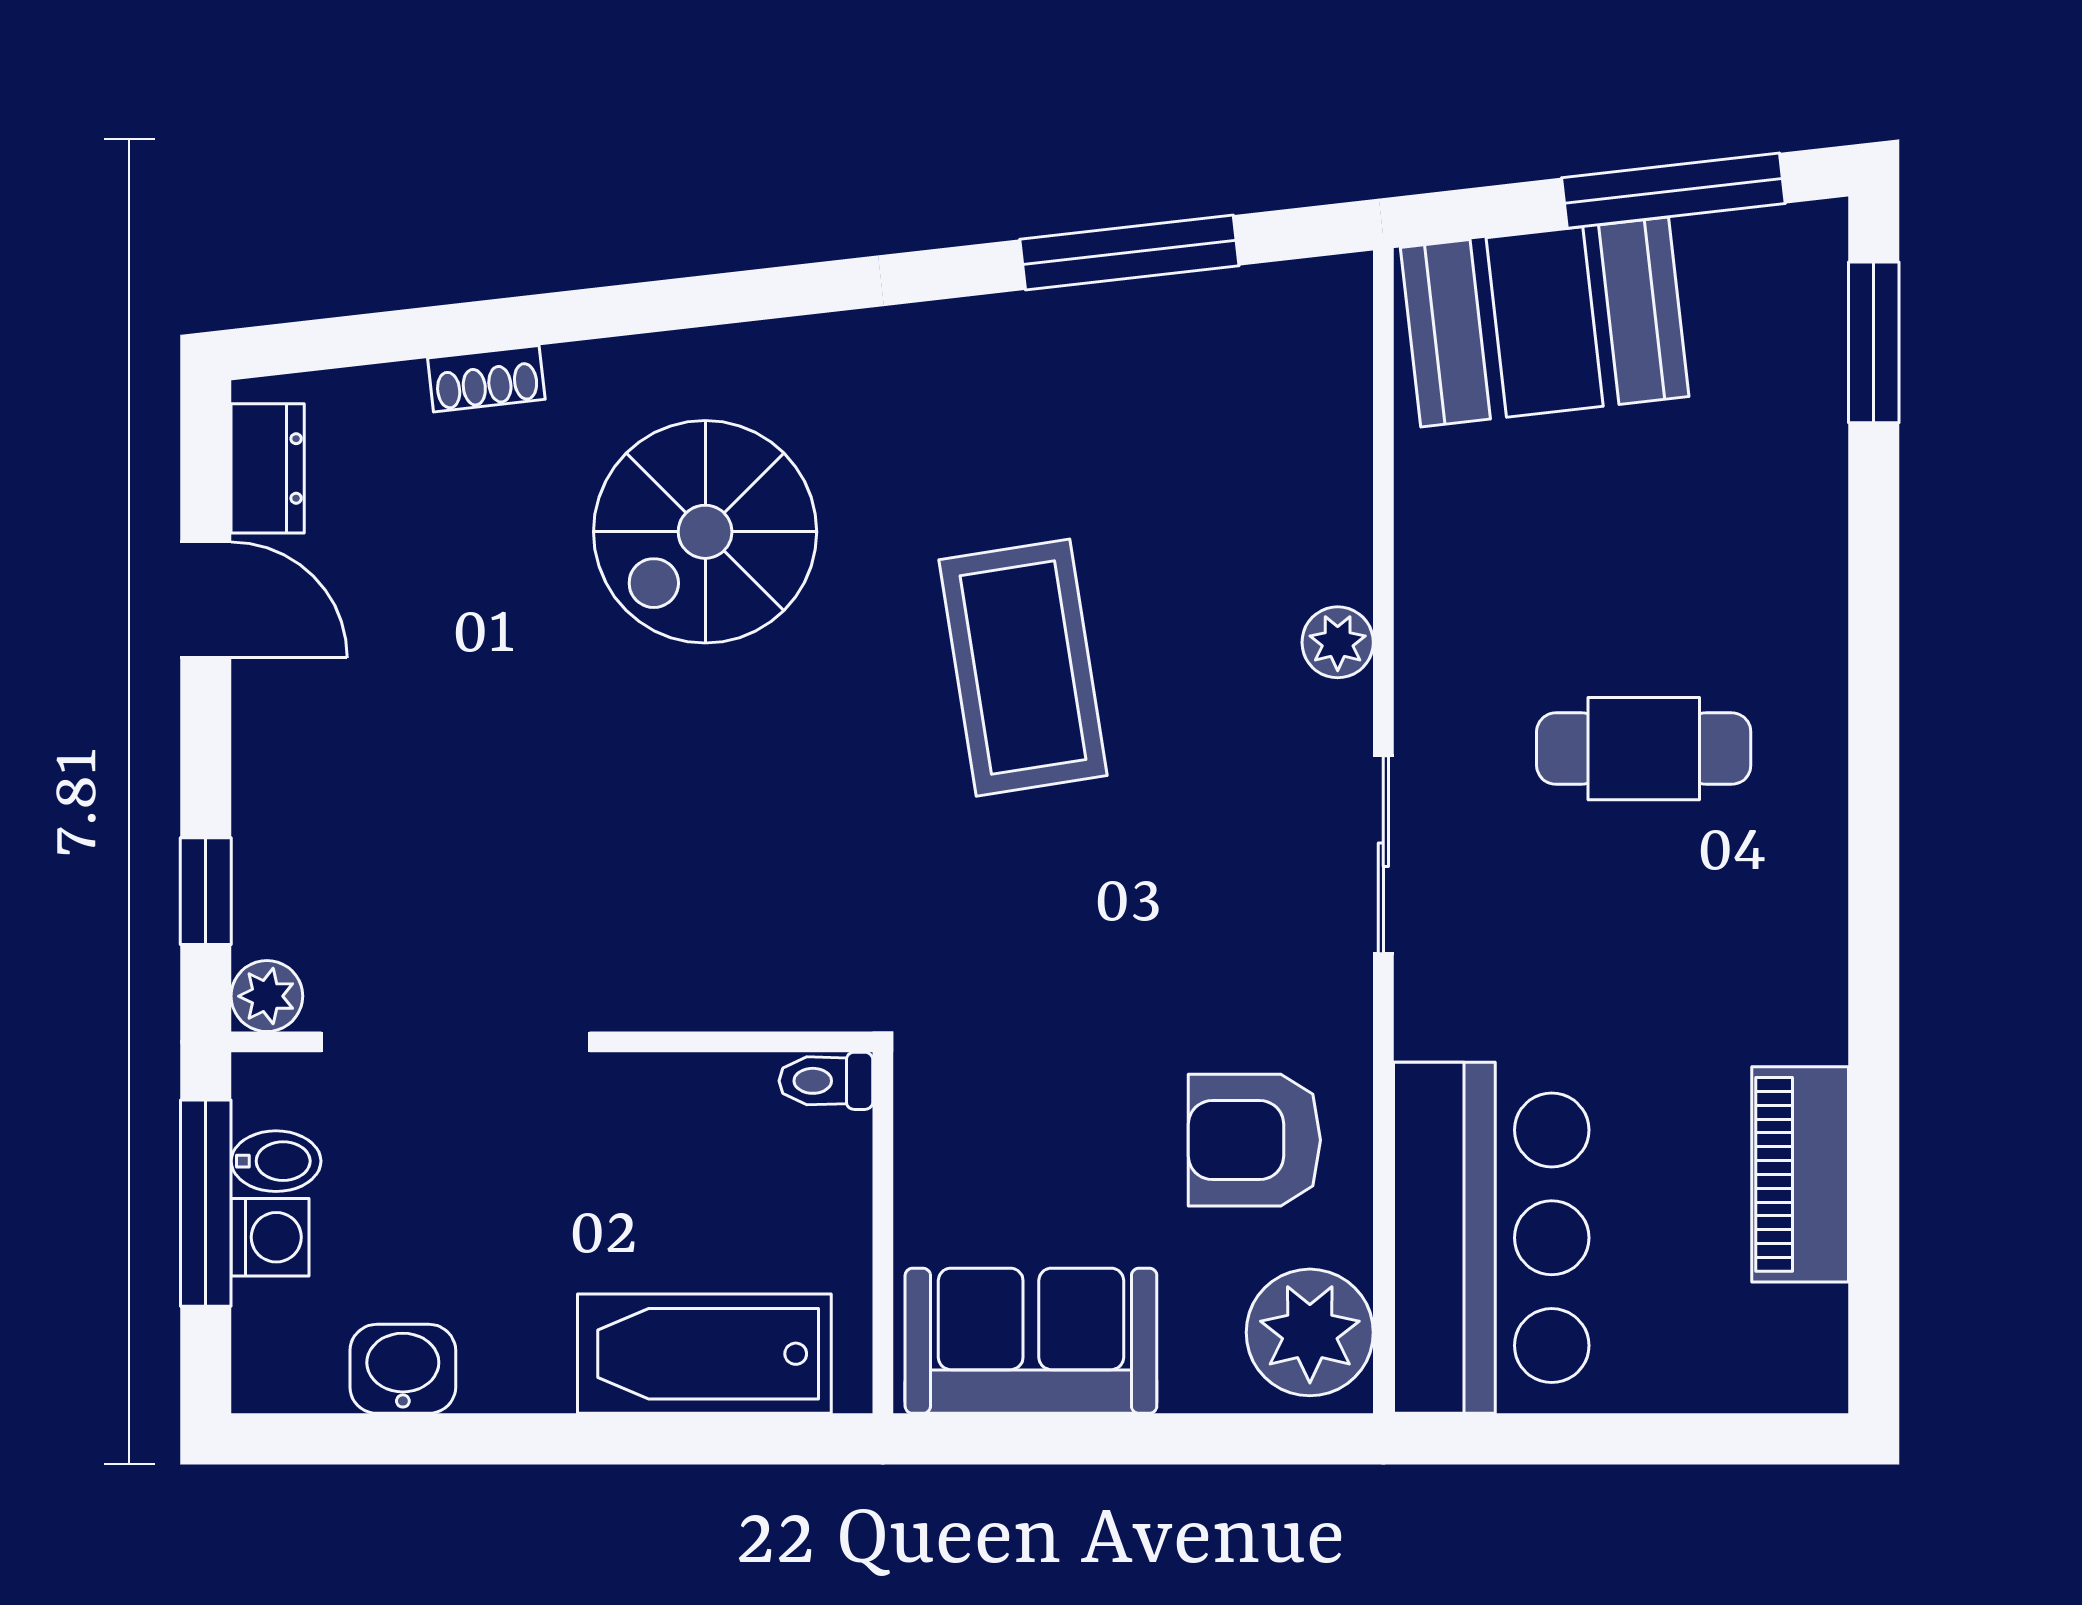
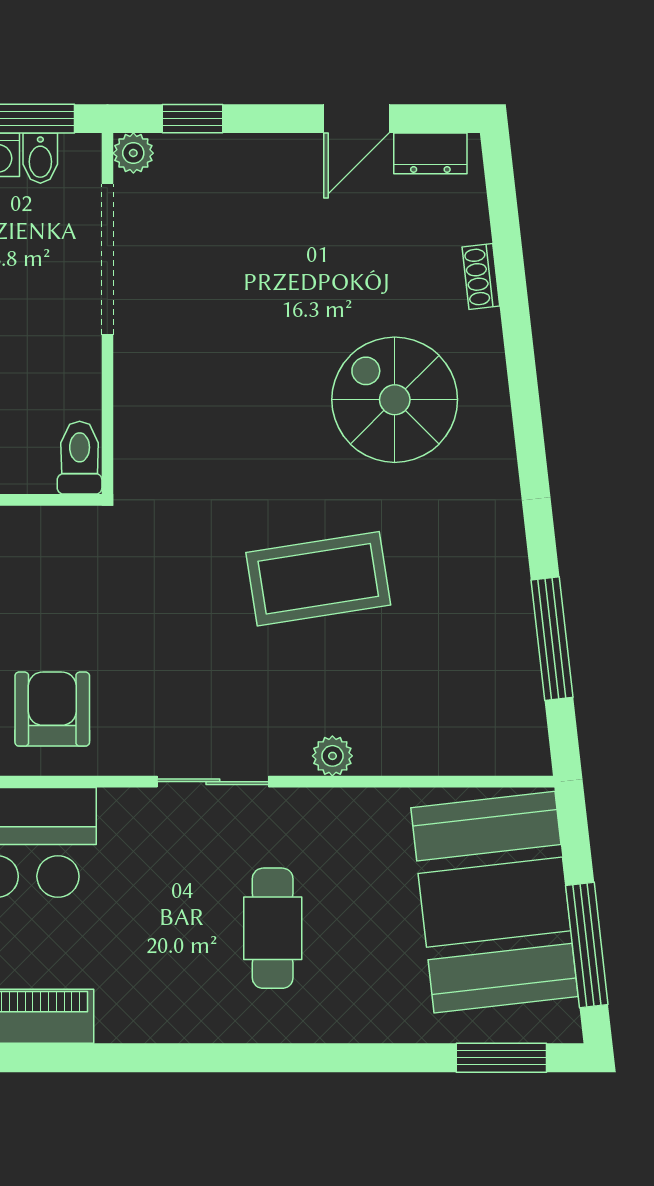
booth: (1545, 322) -> (495, 902), width x1.36, depth x1.42
toilet: (826, 1081) -> (80, 458), width x1.37, depth x1.39

